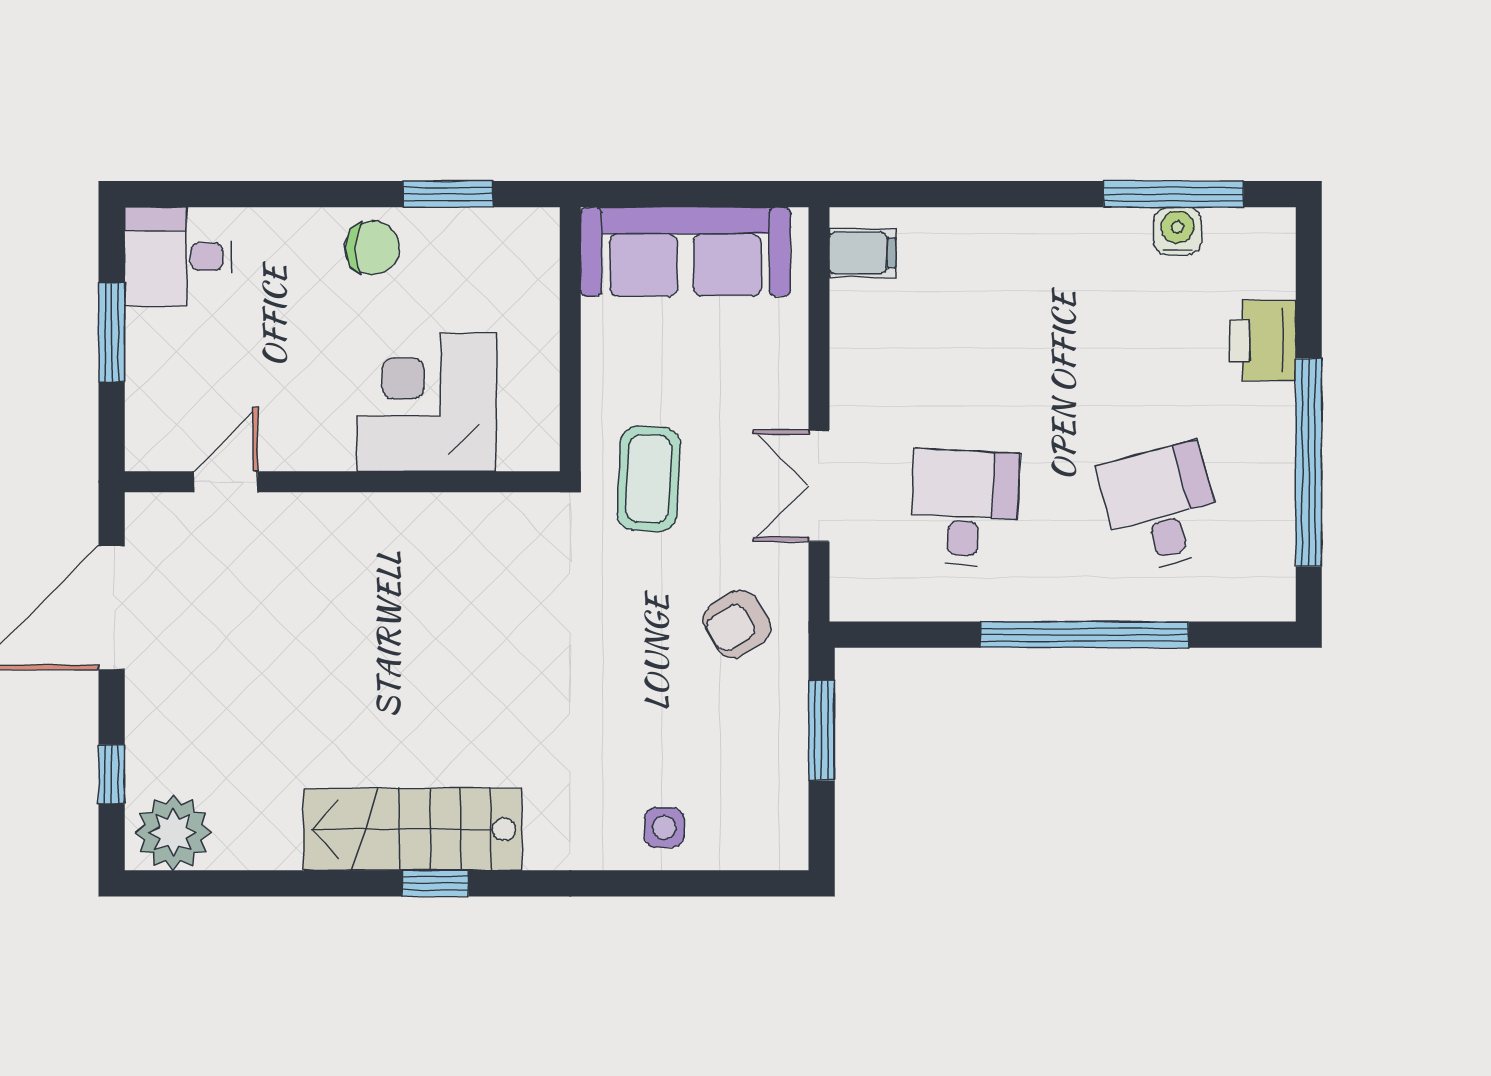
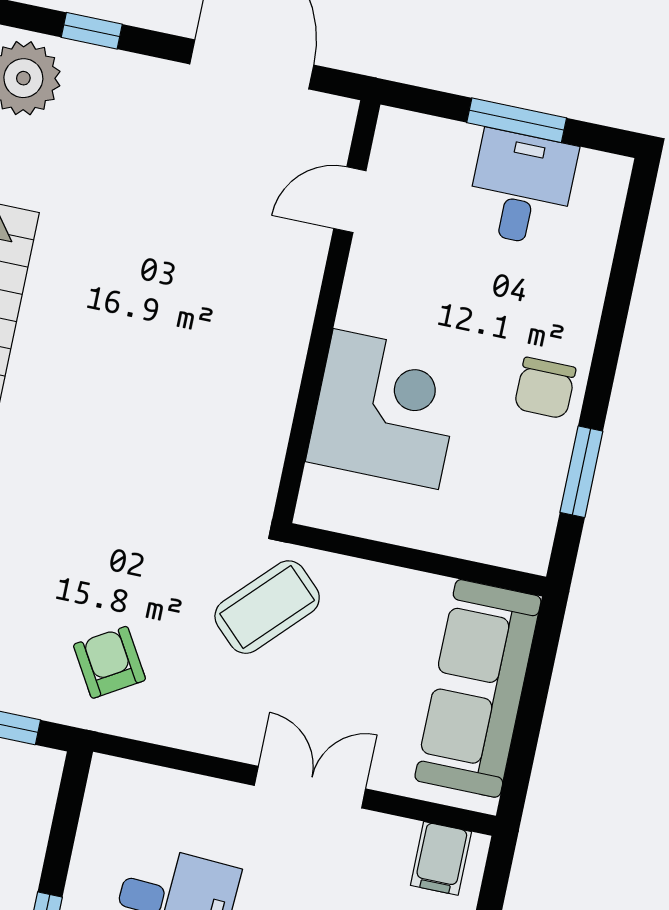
desk: (178, 257) -> (522, 188), moved
coffee table: (649, 479) -> (267, 607), turned -49
door: (226, 482) -> (350, 200), swing flipped
double door: (819, 486) -> (310, 787), moved

